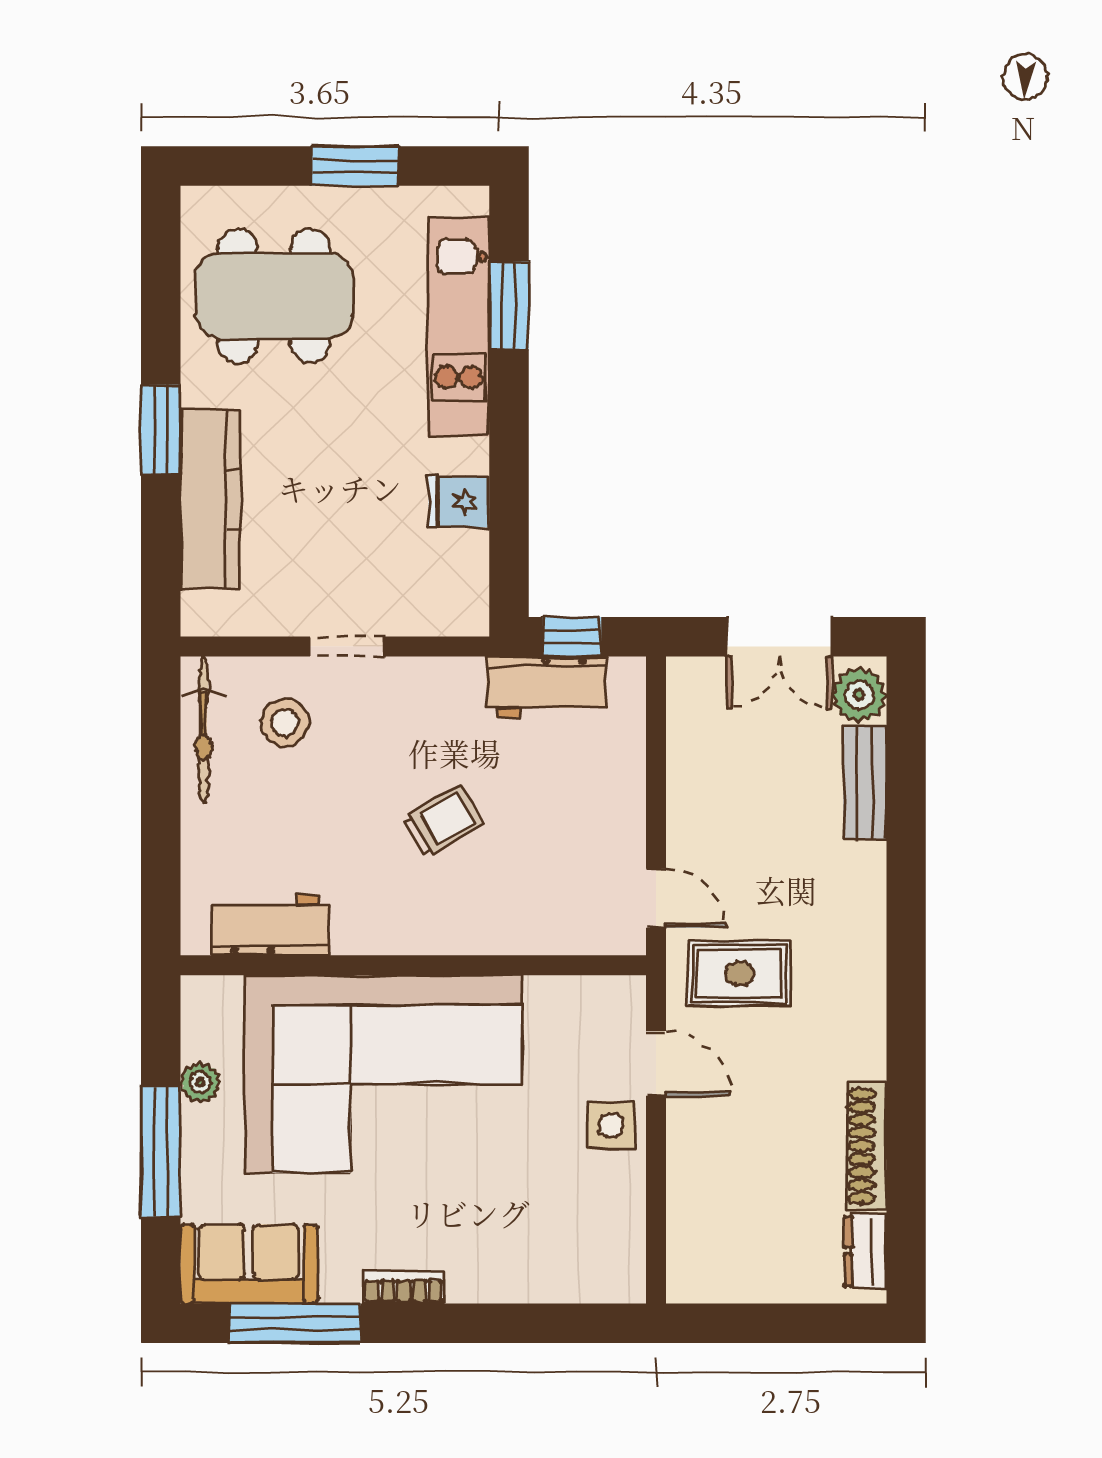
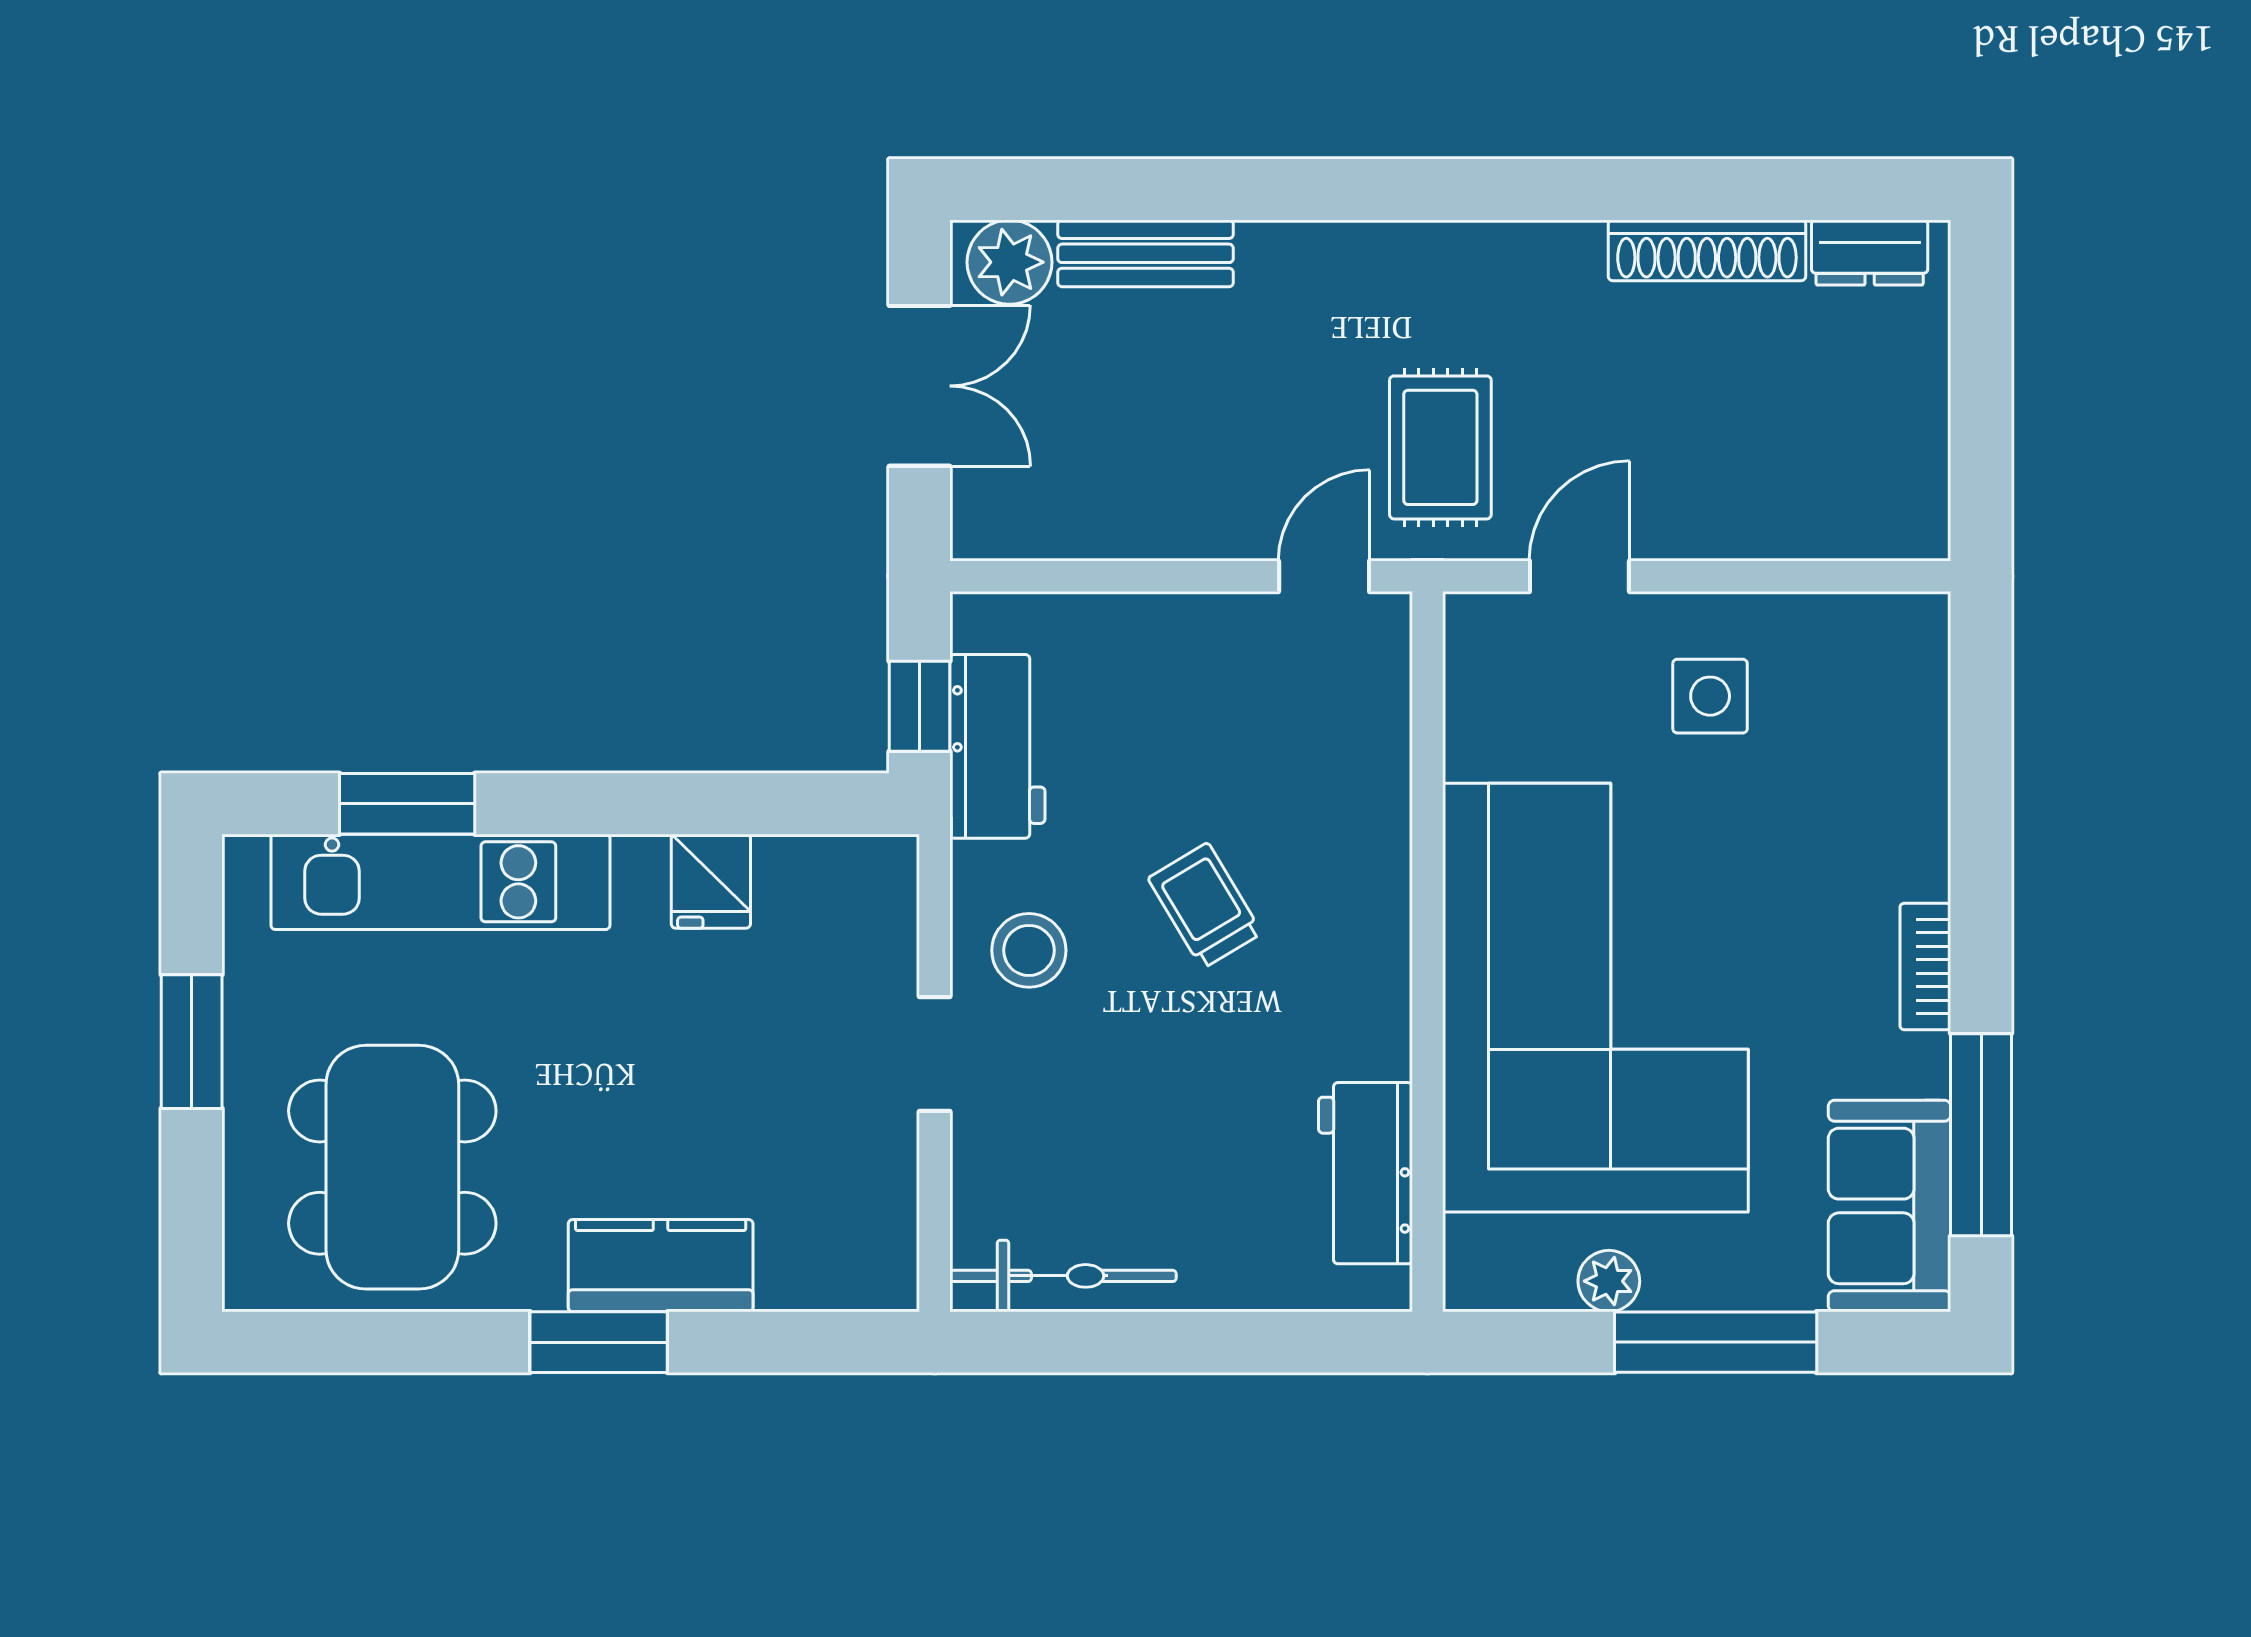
kitchen counter: (210, 499) -> (661, 1266), width x0.67
stool: (285, 723) -> (1029, 950), moved
side table: (611, 1125) -> (1710, 696), moved

